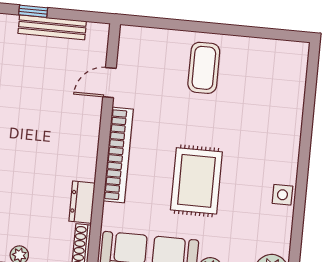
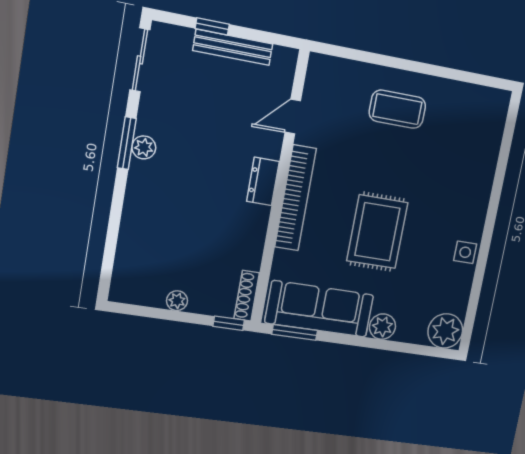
coffee table: (204, 68) -> (397, 109), turned 90
dresser: (82, 202) -> (263, 181), moved

